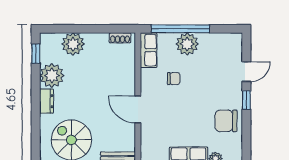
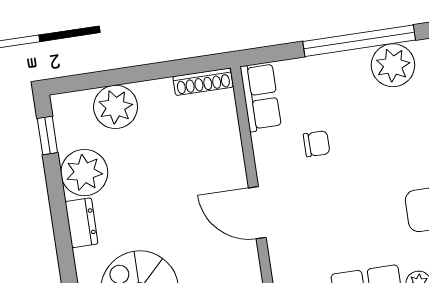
window: (180, 29) -> (359, 41), moved
shoe rack: (120, 38) -> (203, 82), width x1.43
plant: (187, 44) -> (393, 65), moved

